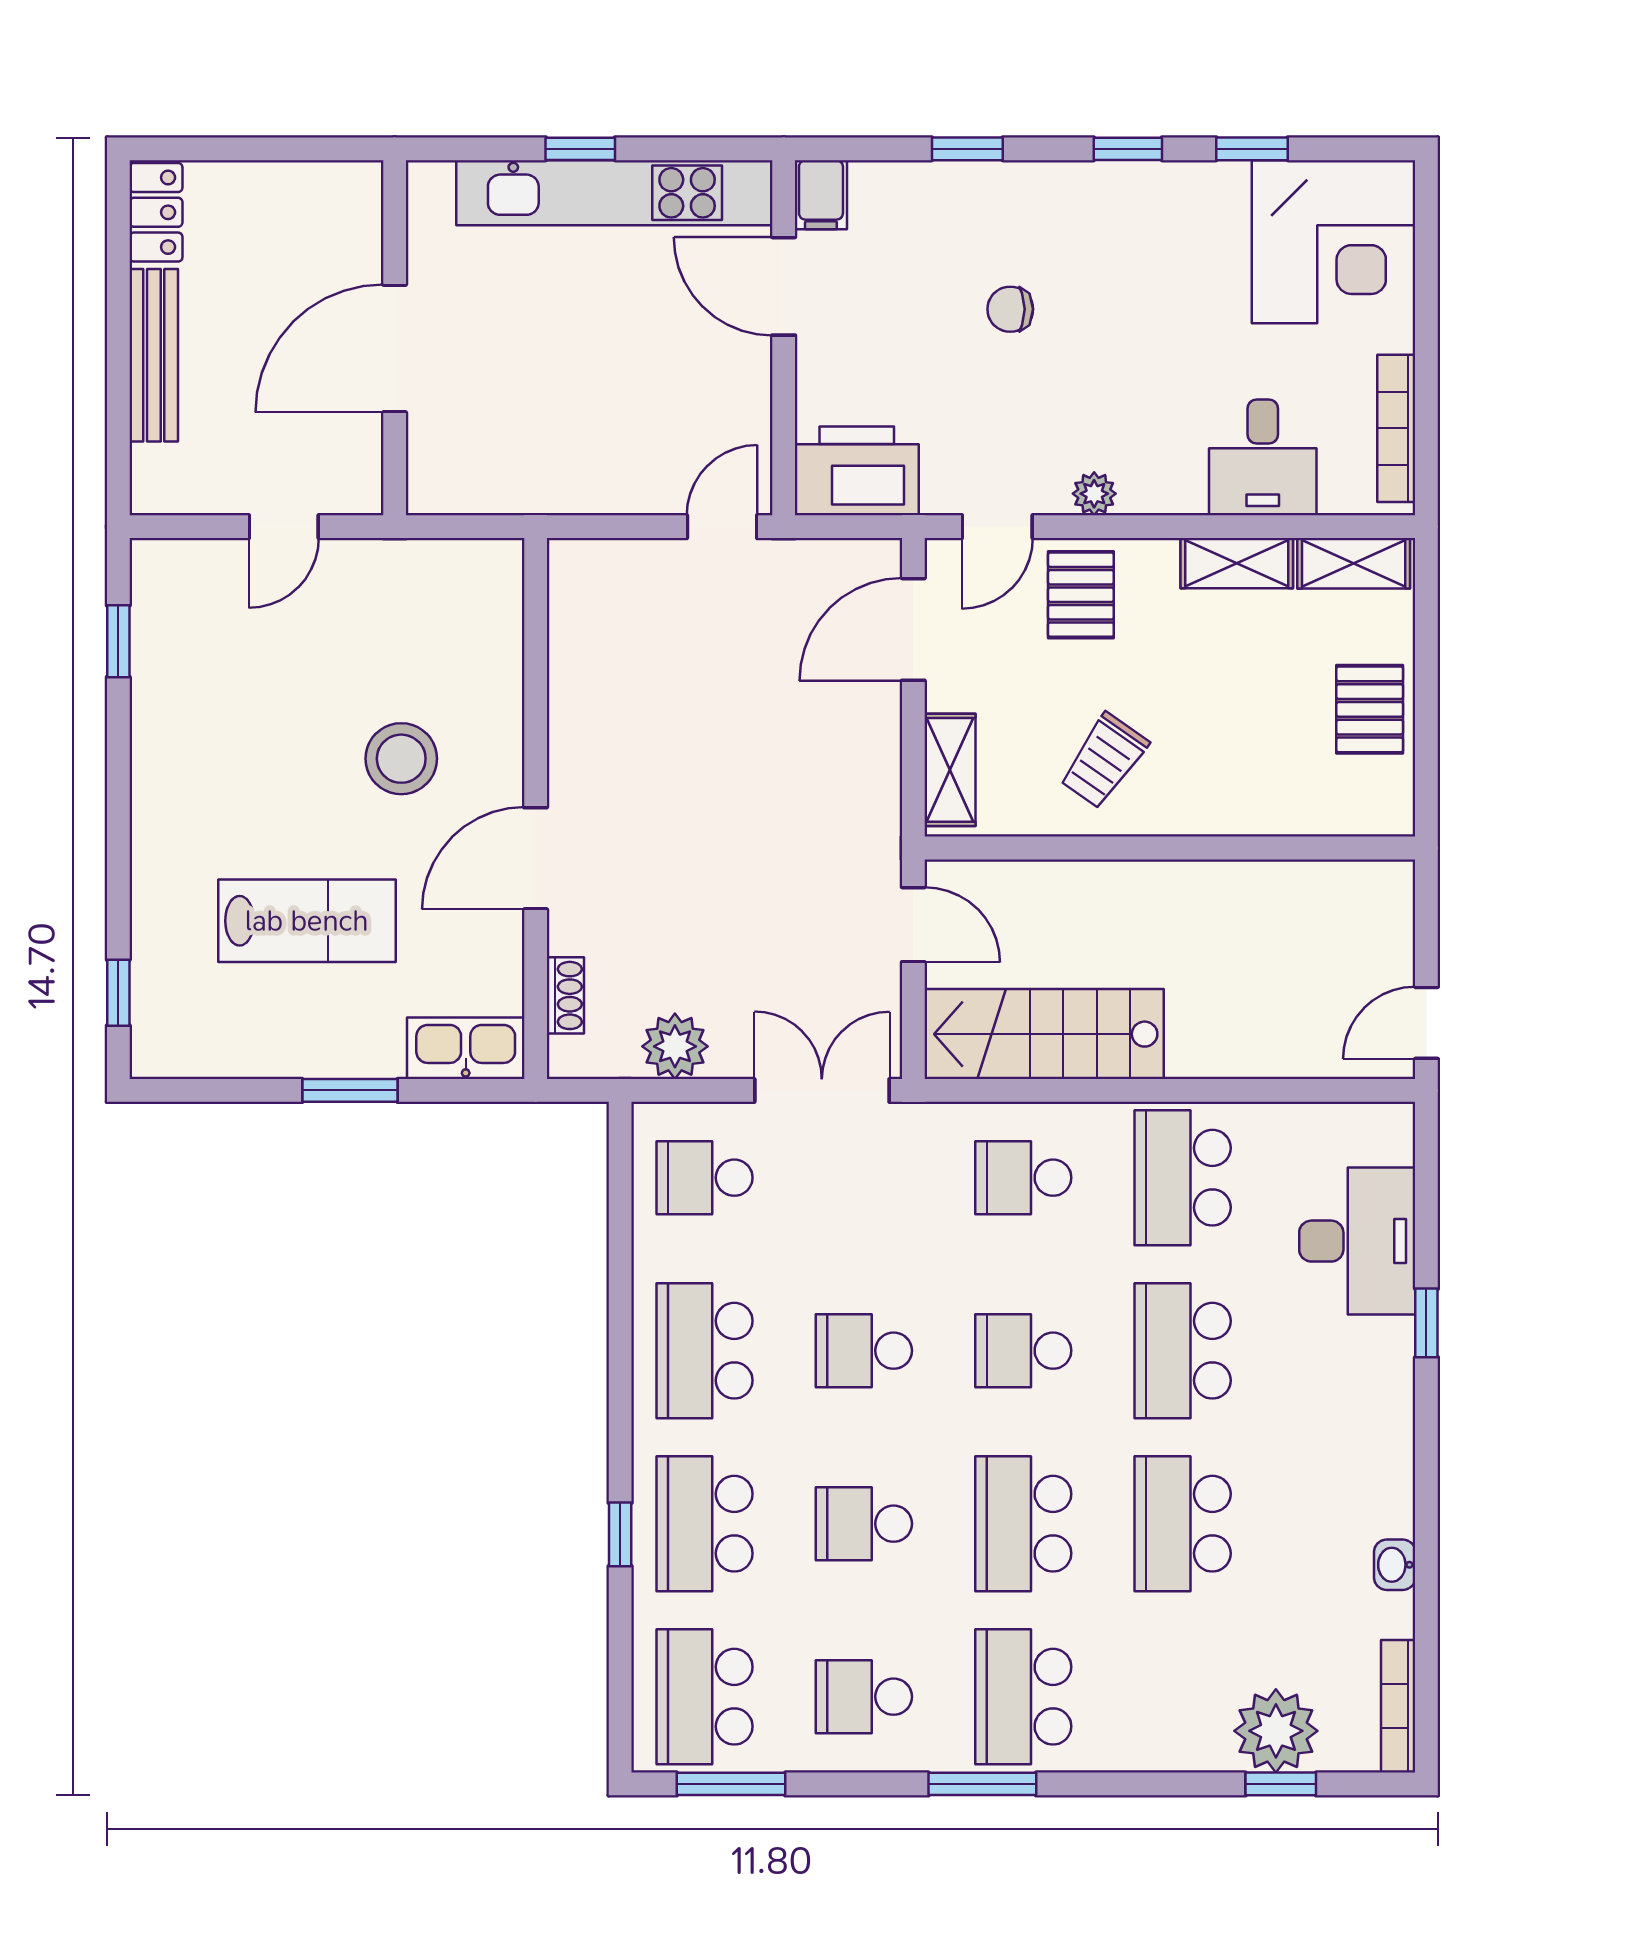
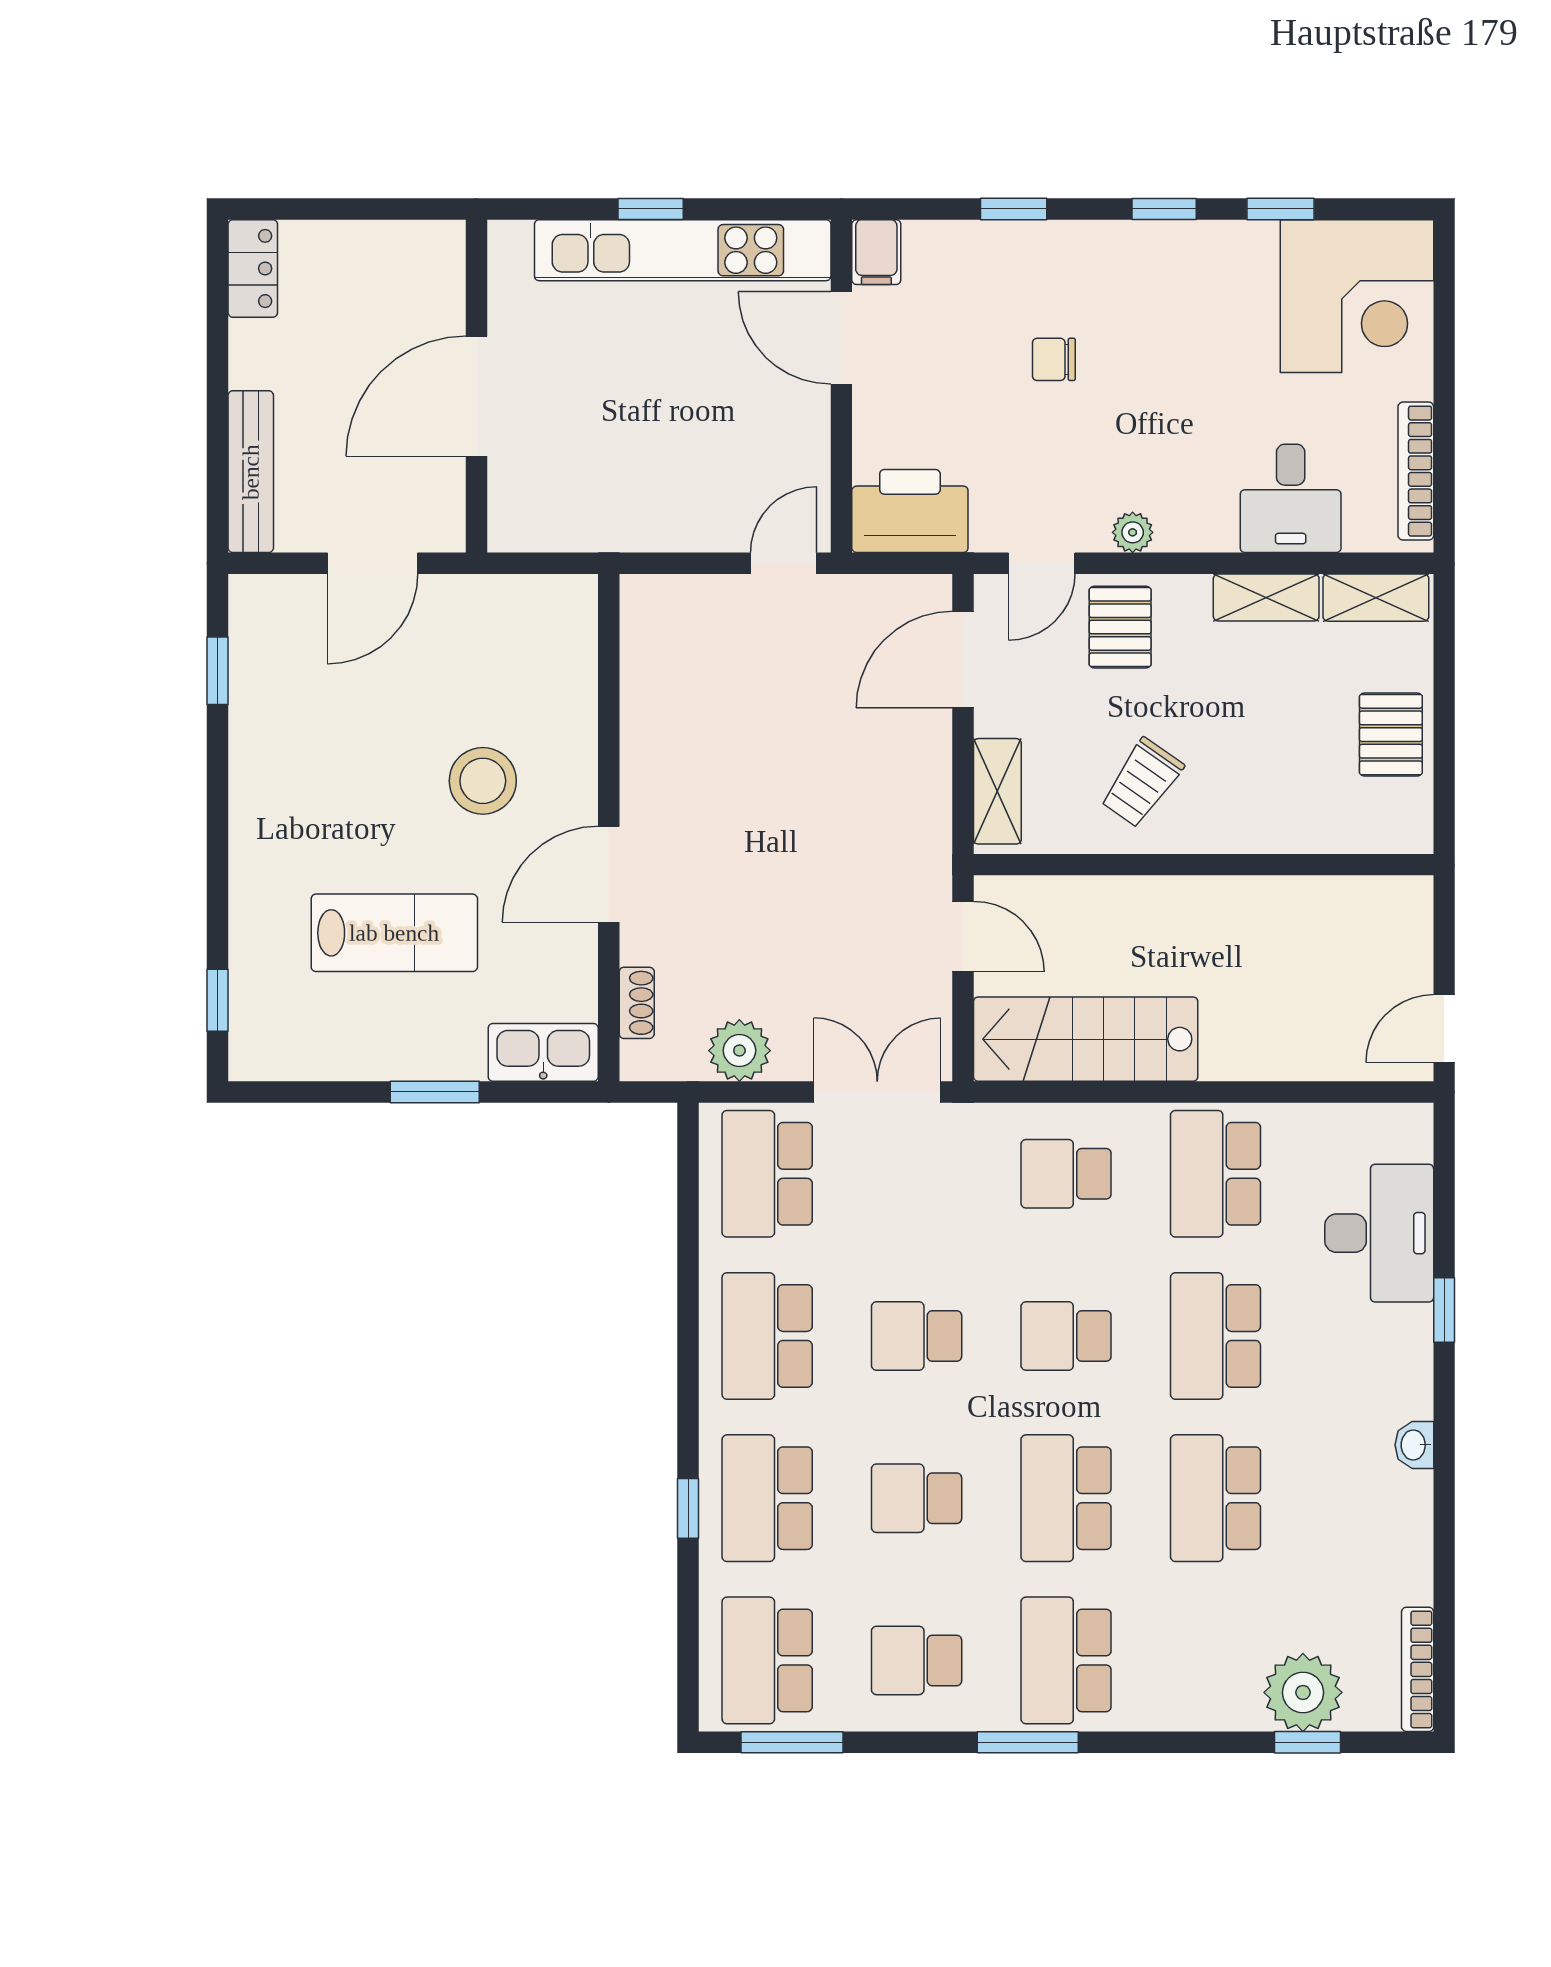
bench: (154, 355) -> (251, 472), moved
door: (284, 527) -> (373, 563), width x1.38
school desk: (704, 1178) -> (767, 1174), width x1.85
washbasin: (1395, 1565) -> (1414, 1445), moved

